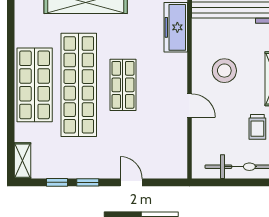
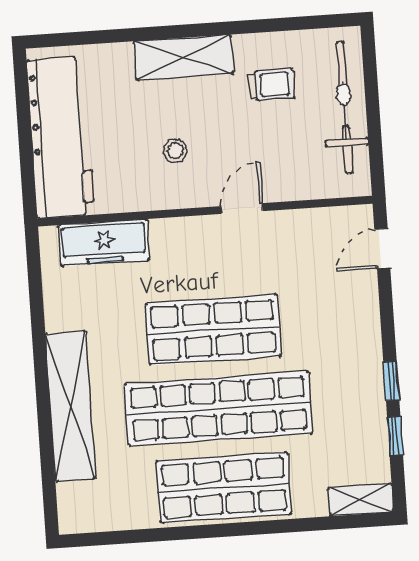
stool: (224, 71) -> (175, 151), width x0.53, depth x0.53
shop shelf: (123, 85) -> (213, 330), width x1.43, depth x1.36
door: (131, 182) -> (382, 248), moved

